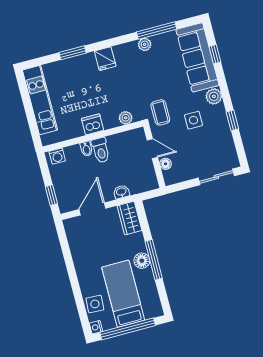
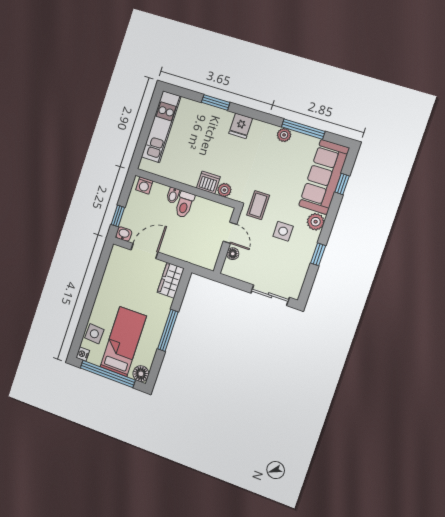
dishwasher: (93, 124) -> (208, 182), moved
washbasin: (121, 192) -> (124, 234), moved
floor lamp: (142, 261) -> (141, 374), moved

